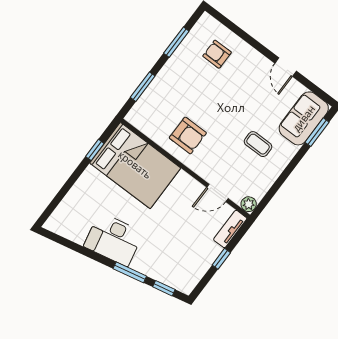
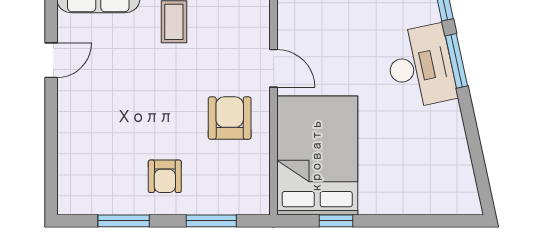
armchair: (217, 54) -> (165, 176), moved
door: (217, 193) -> (274, 68), moved
desk: (114, 239) -> (420, 67), moved

